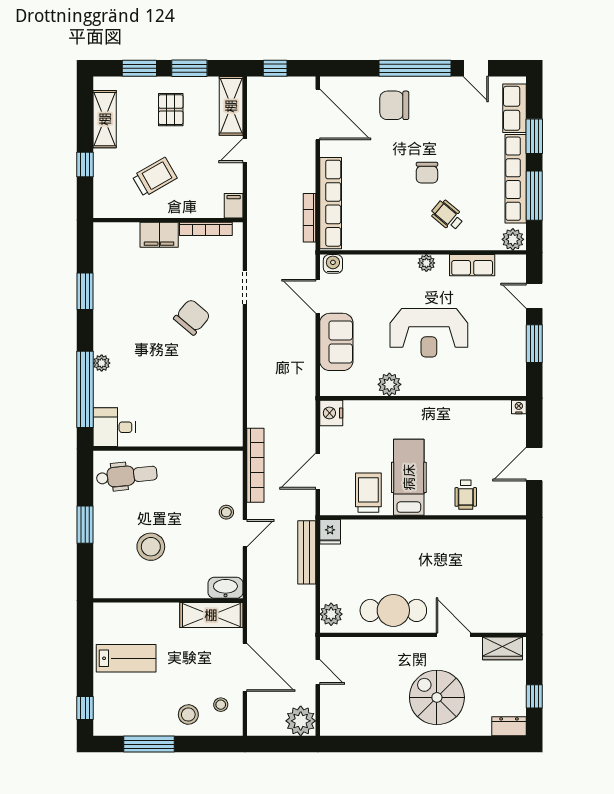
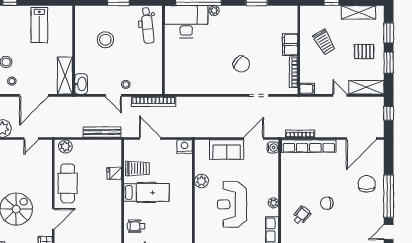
desk: (114, 427) -> (186, 22), width x1.87, depth x1.30
fridge: (330, 532) -> (114, 173), moved

